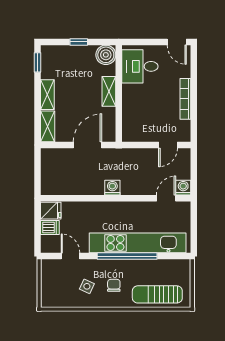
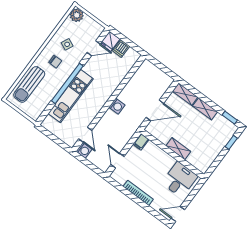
window: (79, 42) -> (231, 142), moved
boiler: (106, 55) -> (203, 164), removed
filing cabinet: (131, 135) -> (141, 142), added
door: (87, 145) -> (155, 110), hinge flipped
fridge: (51, 211) -> (110, 41), moved
kitchen unit: (138, 243) -> (71, 96), width x0.73
sun lounger: (157, 294) -> (29, 84), turned 180
plant: (49, 299) -> (77, 15), added

